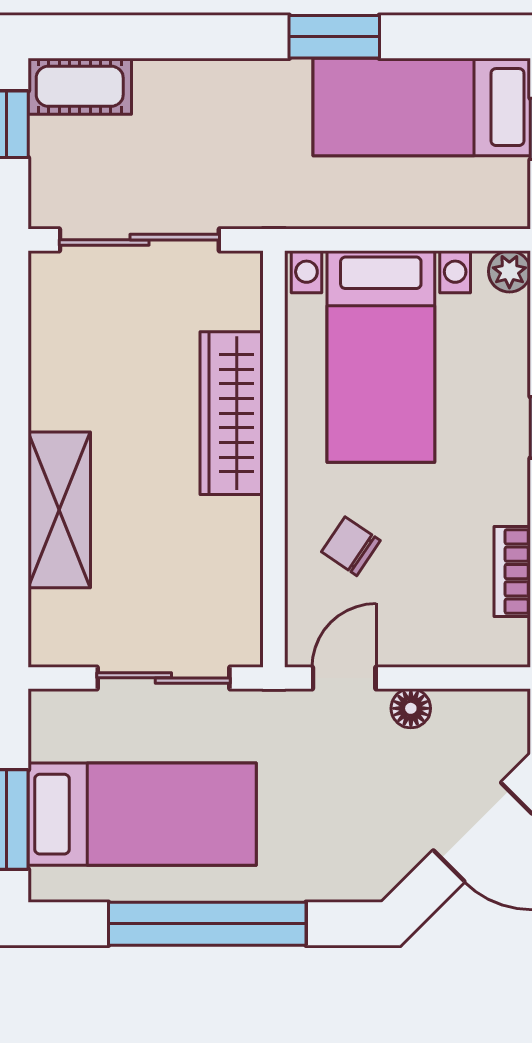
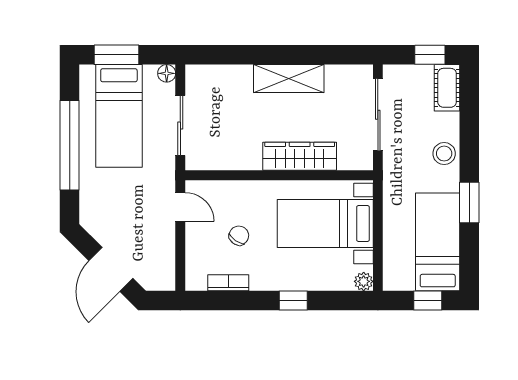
stool: (226, 93) -> (444, 154), added
shelving: (59, 510) -> (289, 79), moved
chair: (351, 546) -> (239, 236), moved
floor lamp: (411, 708) -> (167, 73), moved

